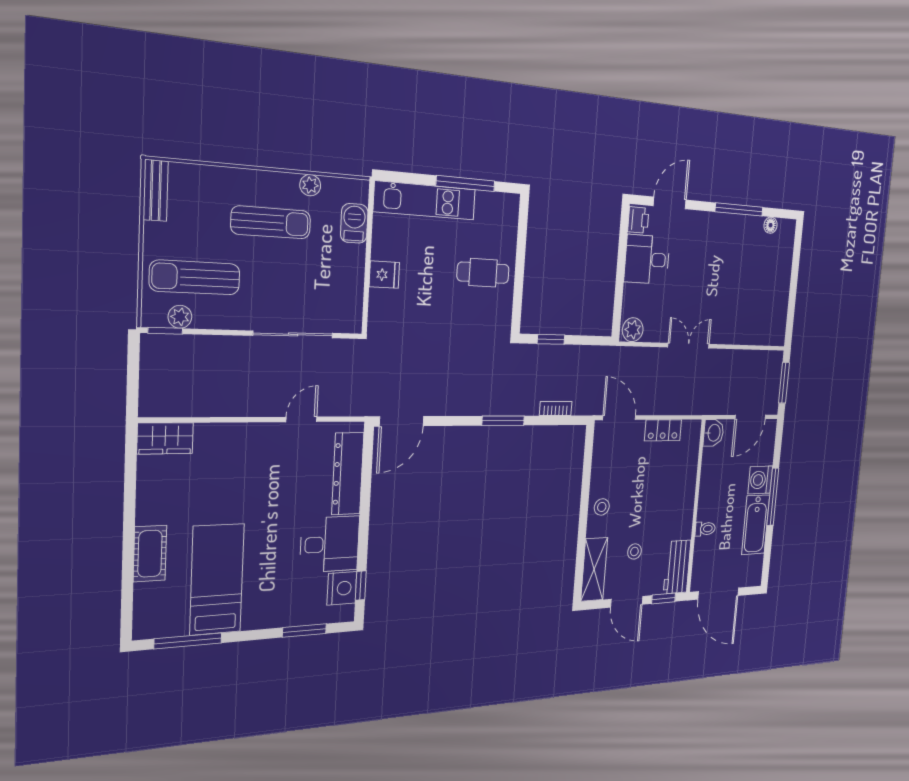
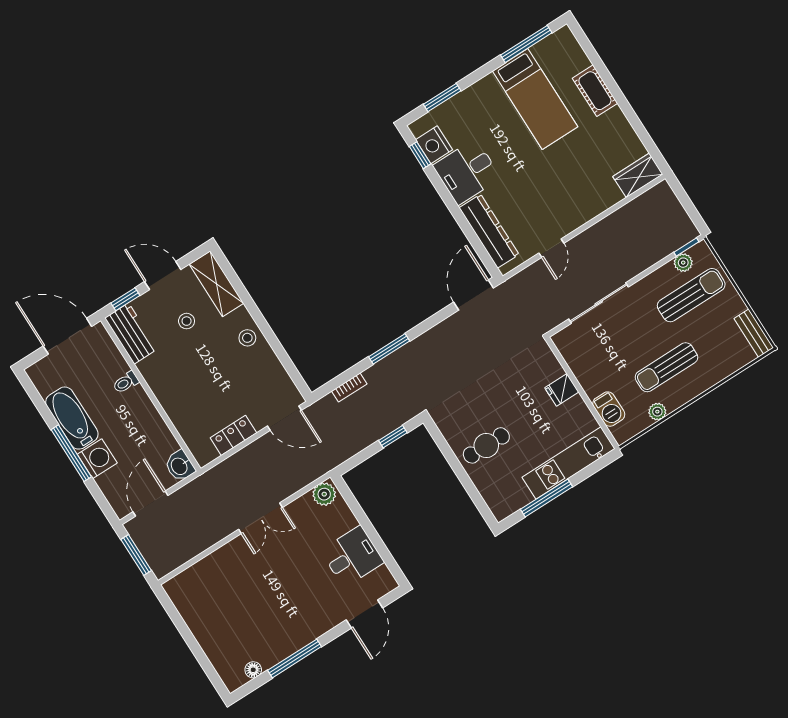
printer: (638, 220) -> (383, 580), removed

